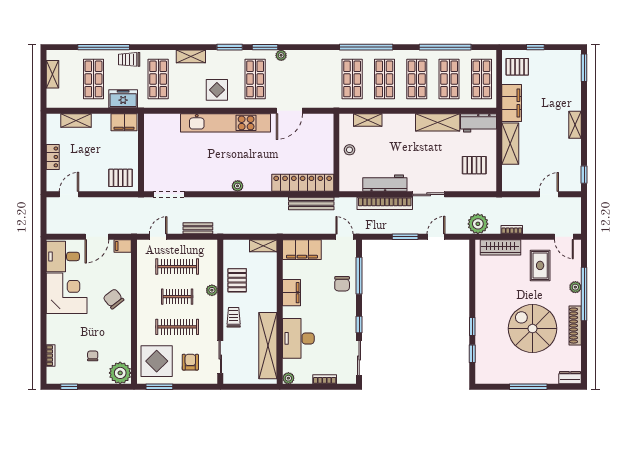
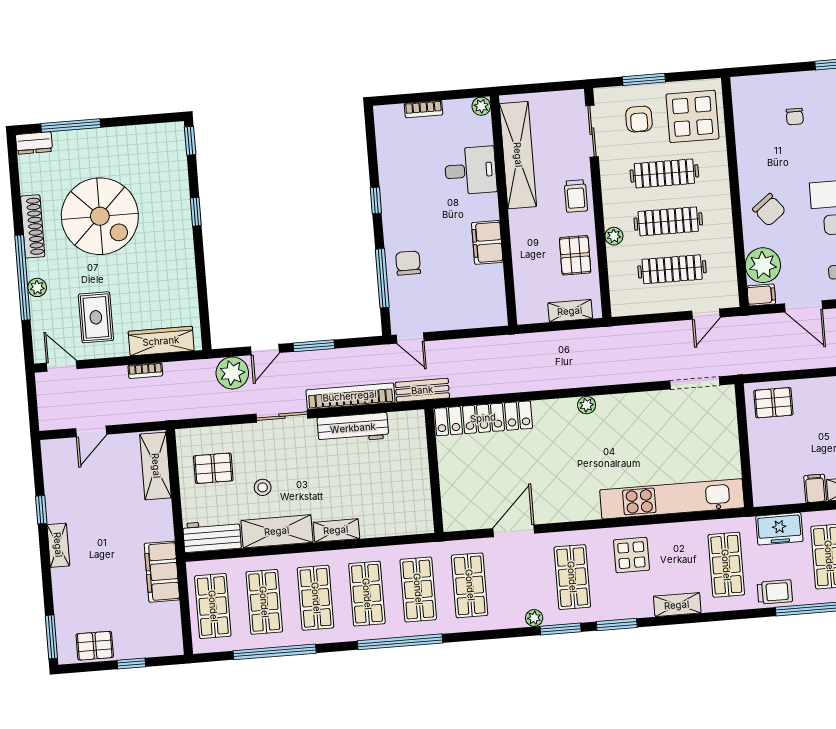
pallet: (517, 67) -> (95, 646), moved
shop shelf: (320, 79) -> (470, 585), added
shelving: (368, 120) -> (336, 530), moved
filing cabinet: (124, 122) -> (815, 488), moved, width x0.50
kitchen unit: (225, 123) -> (672, 499), moved
shelving: (510, 144) -> (156, 466), moved
stool: (349, 150) -> (263, 487), moved
window: (584, 175) -> (41, 510), moved
bench: (311, 203) -> (422, 390), moved, width x0.73
plant: (478, 224) -> (232, 373), moved
bench: (198, 228) -> (644, 333), removed
door: (97, 237) -> (804, 306), swing flipped
shelving: (263, 246) -> (570, 311), moved
filing cabinet: (302, 250) -> (476, 312), removed
clothes rail: (177, 297) -> (668, 221), width x1.36
desk: (298, 338) -> (471, 171), width x0.73
window: (472, 354) -> (190, 141), moved
sliding door: (359, 358) -> (372, 147), removed
plant: (120, 373) -> (763, 265), moved
window: (159, 387) -> (644, 79), moved
window: (528, 387) -> (71, 125), moved

